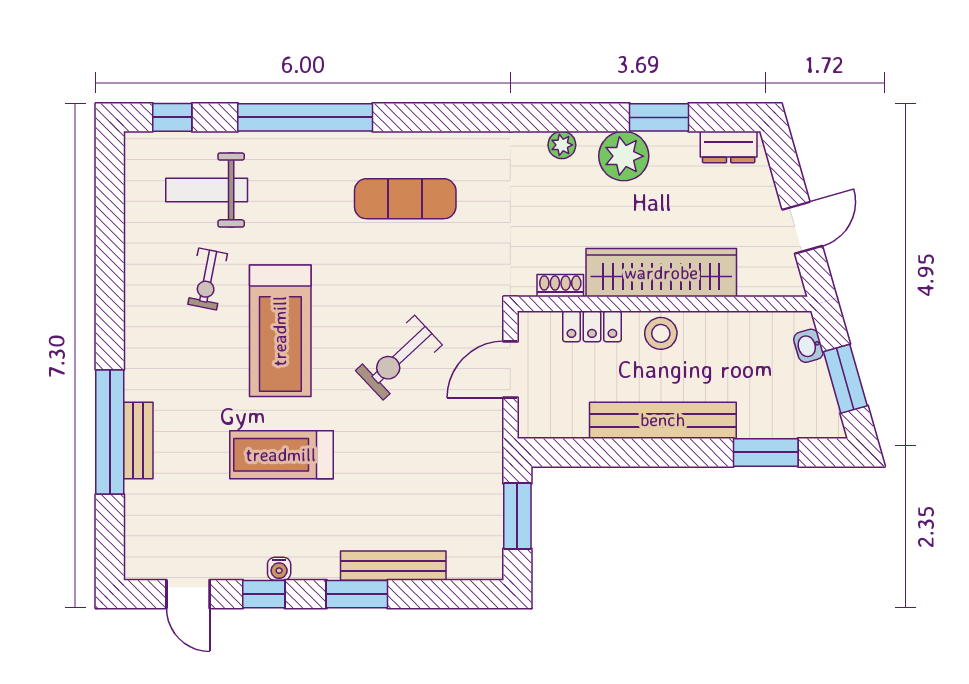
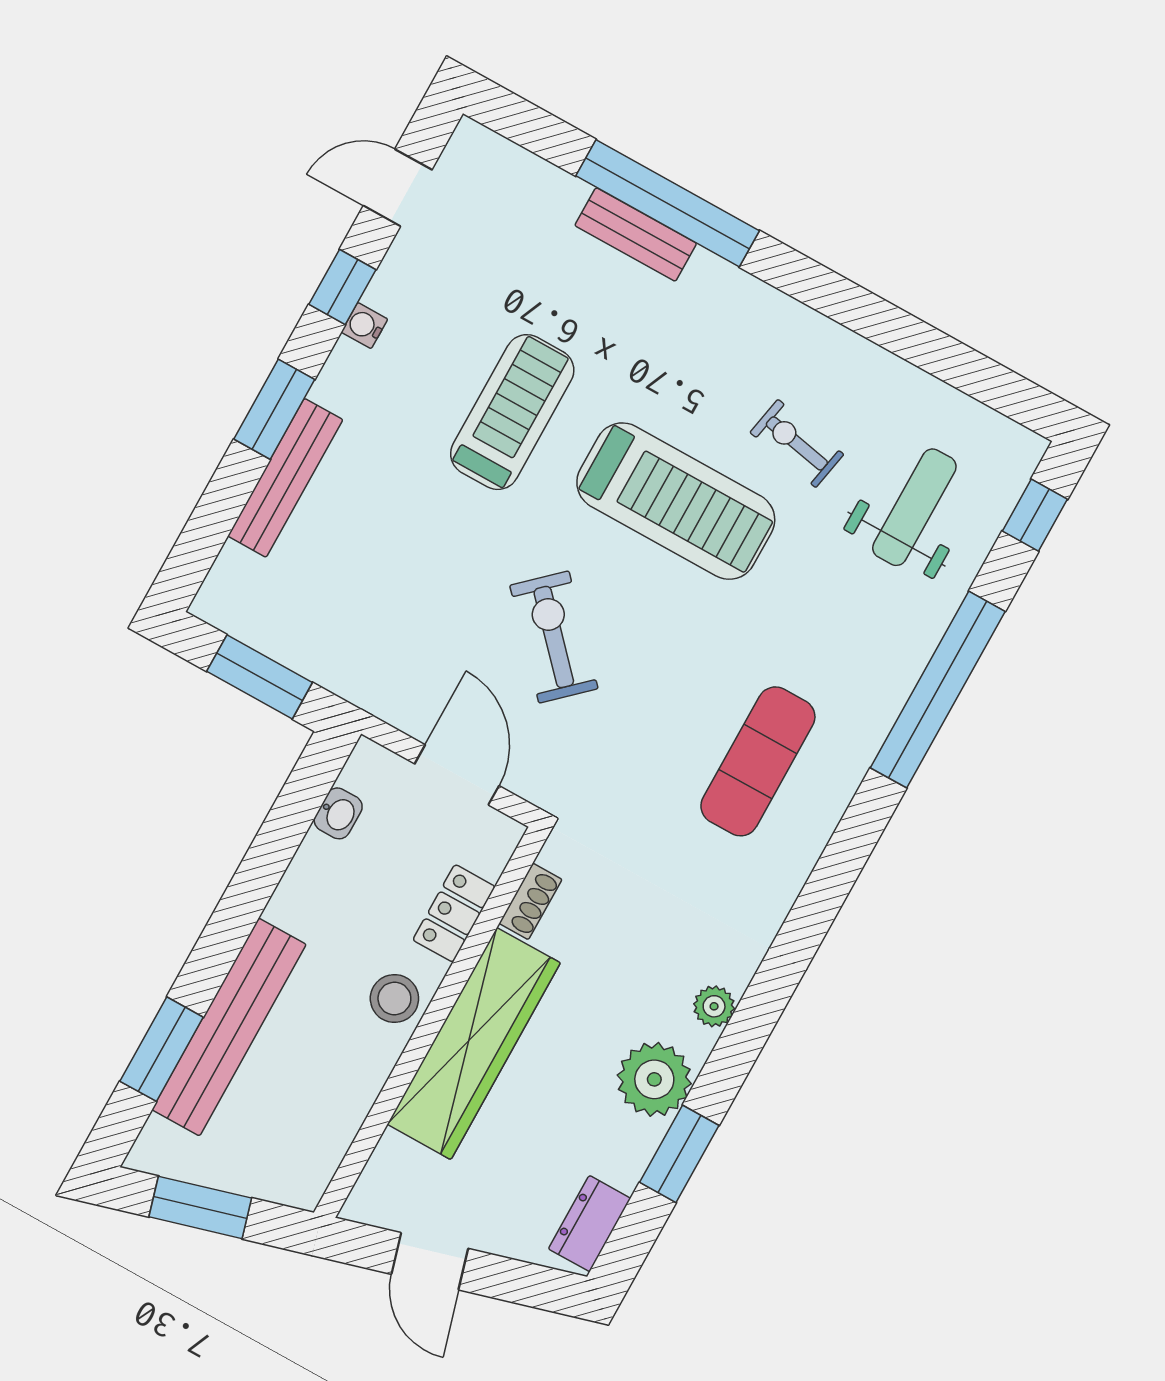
treadmill: (280, 331) -> (676, 501), turned 180
washbasin: (808, 346) -> (338, 813), moved, turned 106
bench: (663, 420) -> (229, 1027), moved

